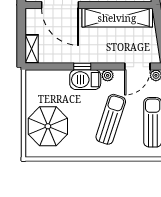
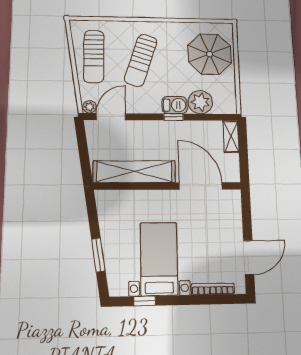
plant: (108, 75) -> (200, 102), moved, width x1.87, depth x1.87
barbecue: (85, 80) -> (175, 105), width x0.73, depth x0.79

